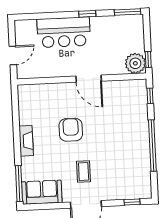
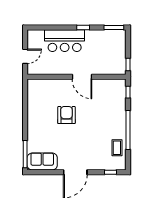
plant: (135, 63) -> (118, 67), removed
fireplace: (26, 141) -> (32, 122), removed
coffee table: (84, 171) -> (117, 148), moved

